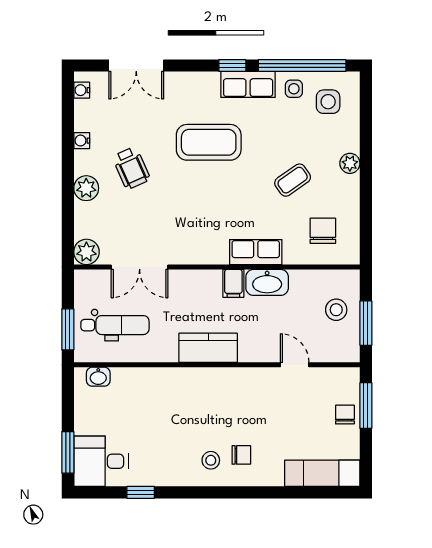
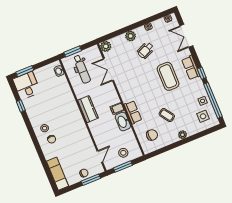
row of seats: (248, 84) -> (191, 68), moved
door: (295, 365) -> (100, 156), moved

